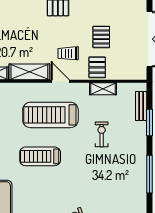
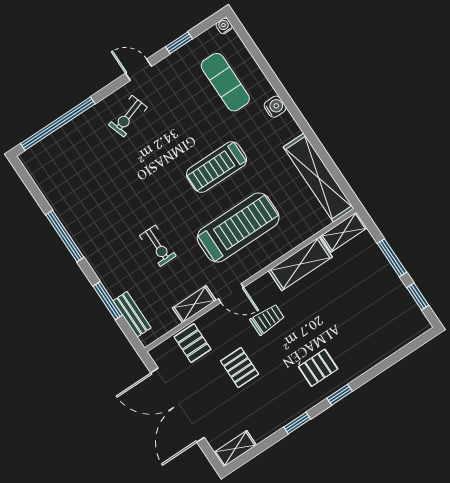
pallet: (97, 67) -> (193, 343), moved
door: (60, 81) -> (231, 293), moved
treadmill: (40, 156) -> (217, 167), turned 180

